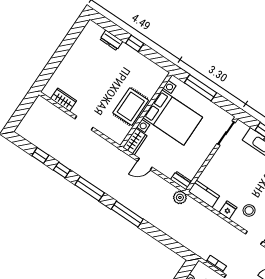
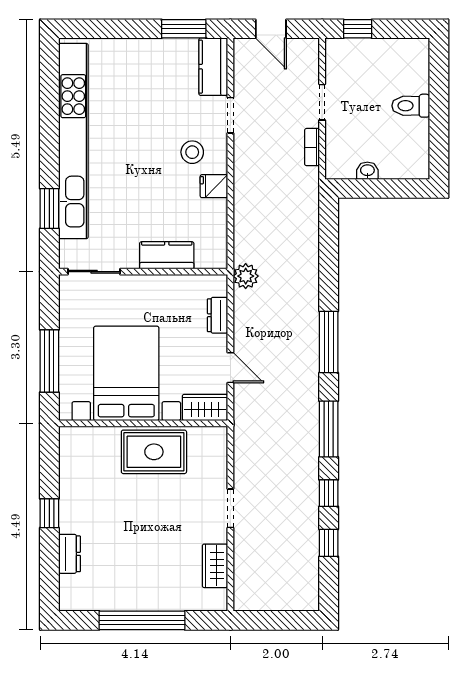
window: (61, 52) -> (142, 620), added
dresser: (181, 181) -> (218, 315), moved
kitchen counter: (204, 194) -> (167, 255), moved, turned 90

